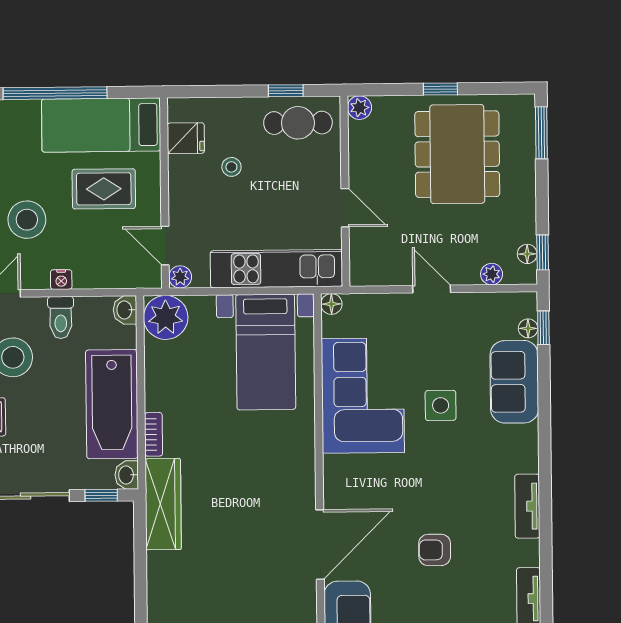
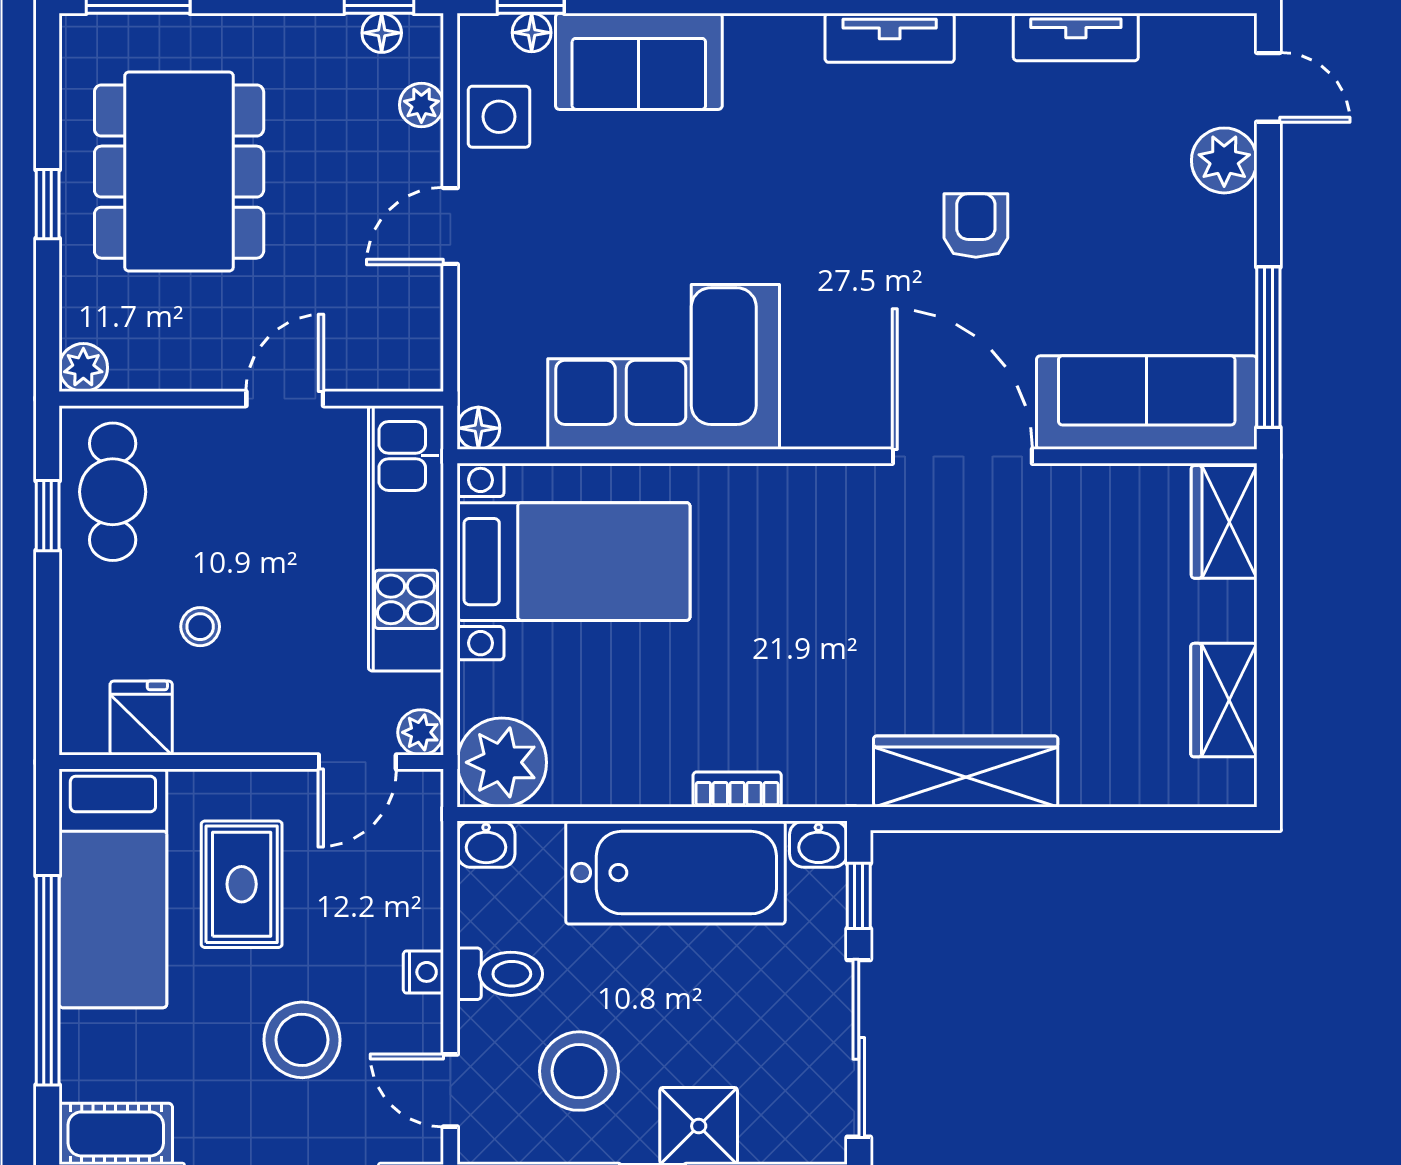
dining table: (457, 154) -> (179, 172), turned 90
side table: (441, 405) -> (499, 117), moved
wardrobe: (163, 504) -> (966, 771), moved
armchair: (435, 550) -> (976, 225), turned 180

